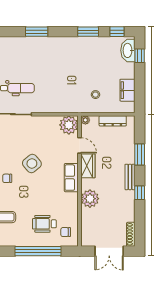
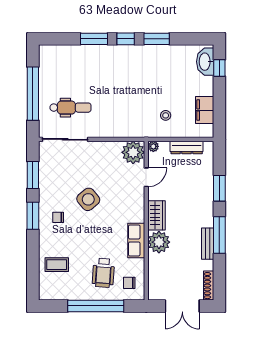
window: (117, 32) -> (126, 39), moved
door: (80, 145) -> (146, 177), hinge flipped
wardrobe: (88, 166) -> (157, 215), moved
bench: (130, 177) -> (208, 244), moved
row of seats: (71, 178) -> (136, 240), moved
window: (140, 193) -> (219, 235), width x2.17
wheelchair: (44, 224) -> (103, 273), turned -86

